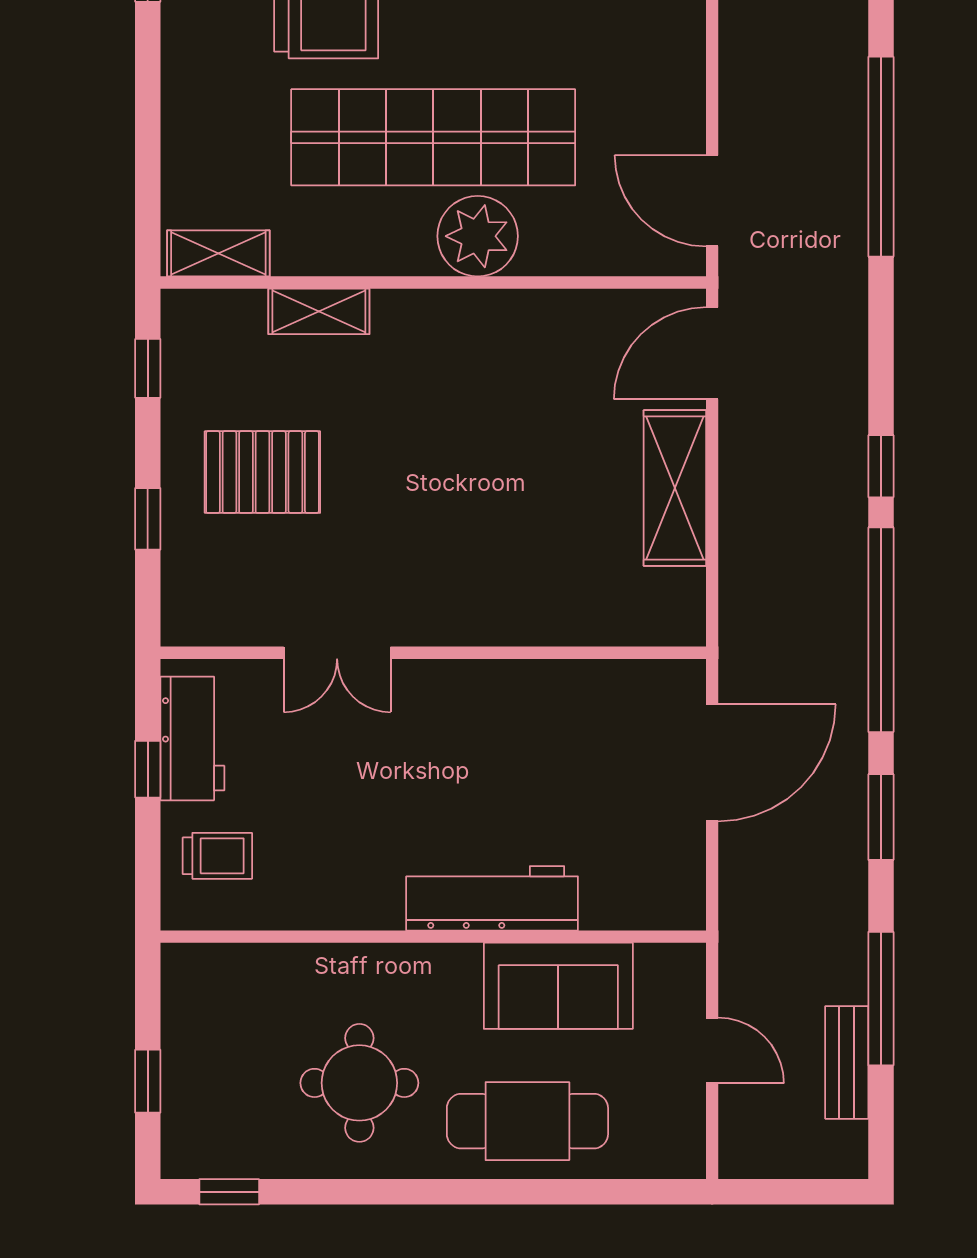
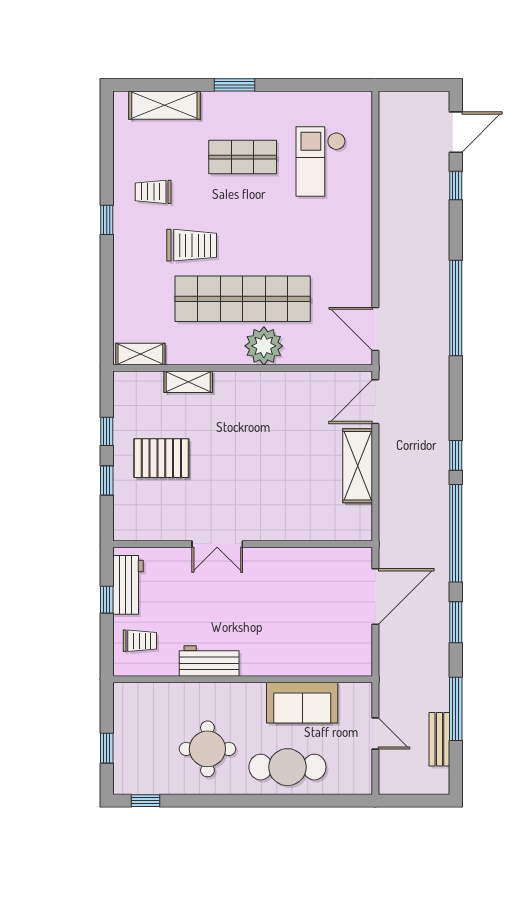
window: (148, 368) -> (107, 431), moved
double door: (337, 653) -> (217, 544), moved
workbench: (492, 898) -> (209, 661), moved, width x0.73

